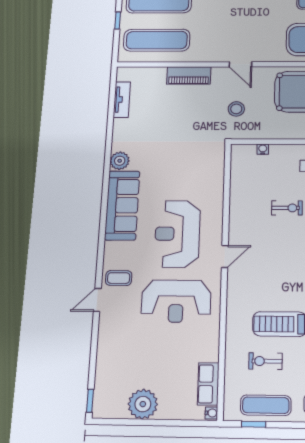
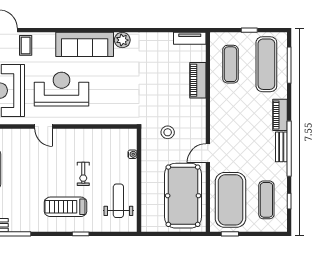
exercise mat: (157, 40) -> (231, 64), width x0.73, depth x0.69
door: (240, 64) -> (208, 153), moved
piano: (189, 75) -> (198, 80), moved
tv unit: (122, 100) -> (190, 38), moved

